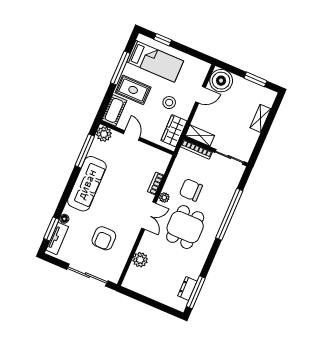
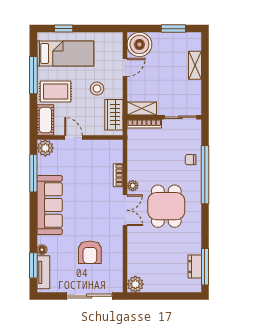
chair: (191, 190) -> (191, 160), moved, width x0.54, depth x0.54
plant: (140, 260) -> (135, 284), moved

